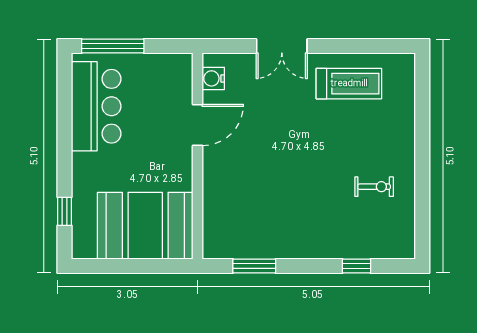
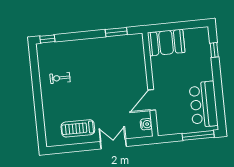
booth: (145, 226) -> (166, 42), width x0.73, depth x0.70
window: (356, 266) -> (47, 39), moved

